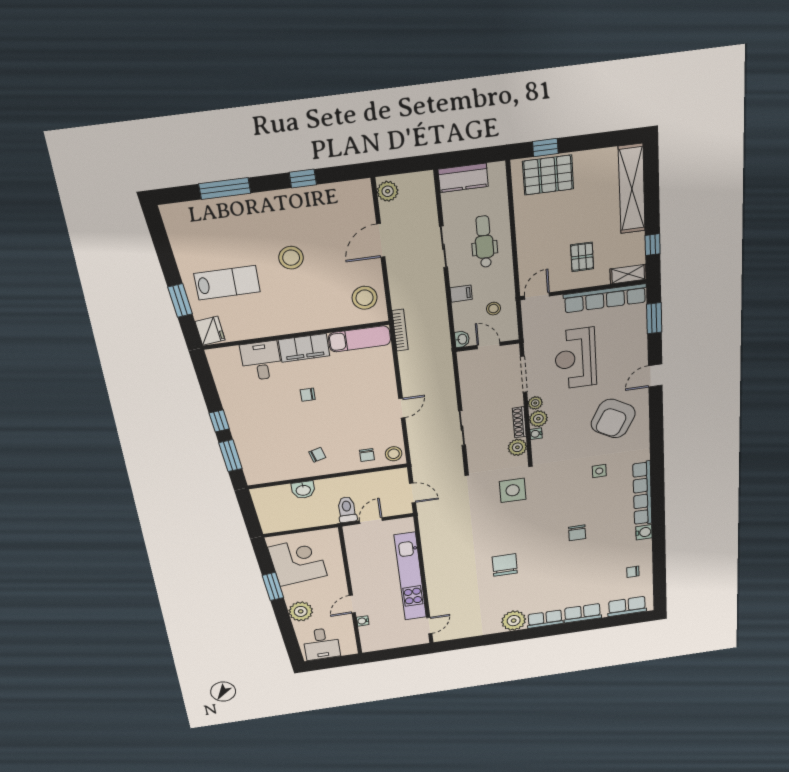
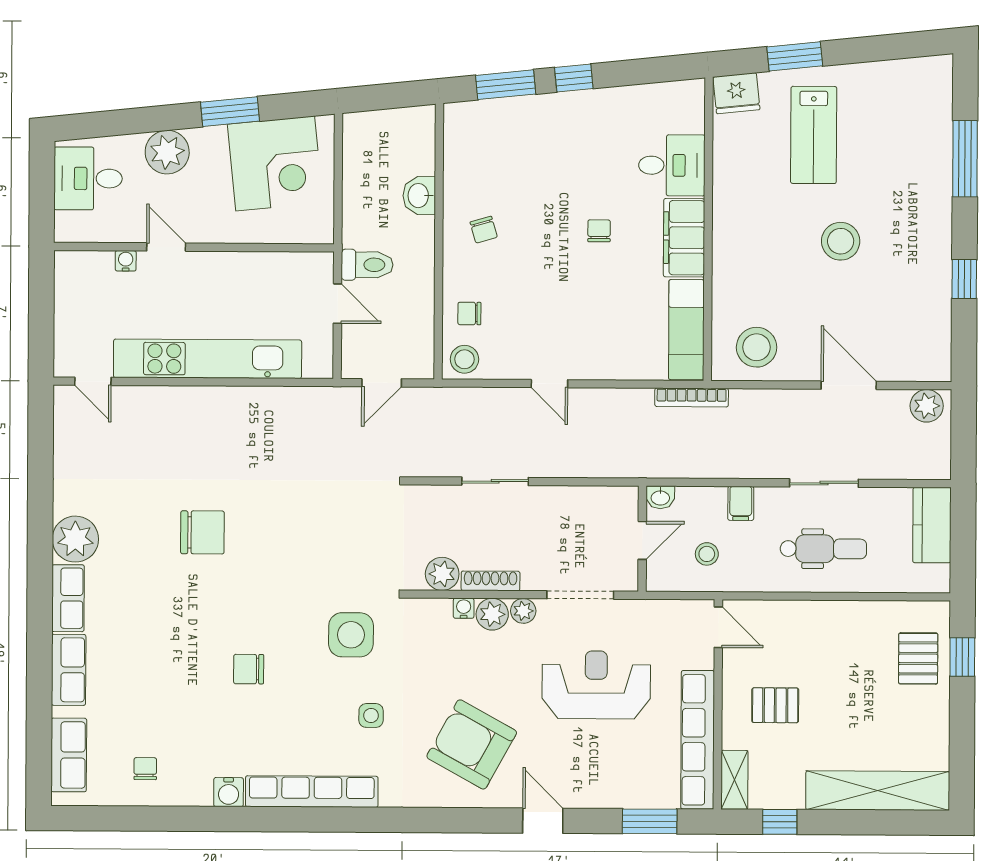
pallet: (548, 175) -> (918, 658), width x0.67, depth x0.71
side table: (513, 490) -> (351, 635), moved

